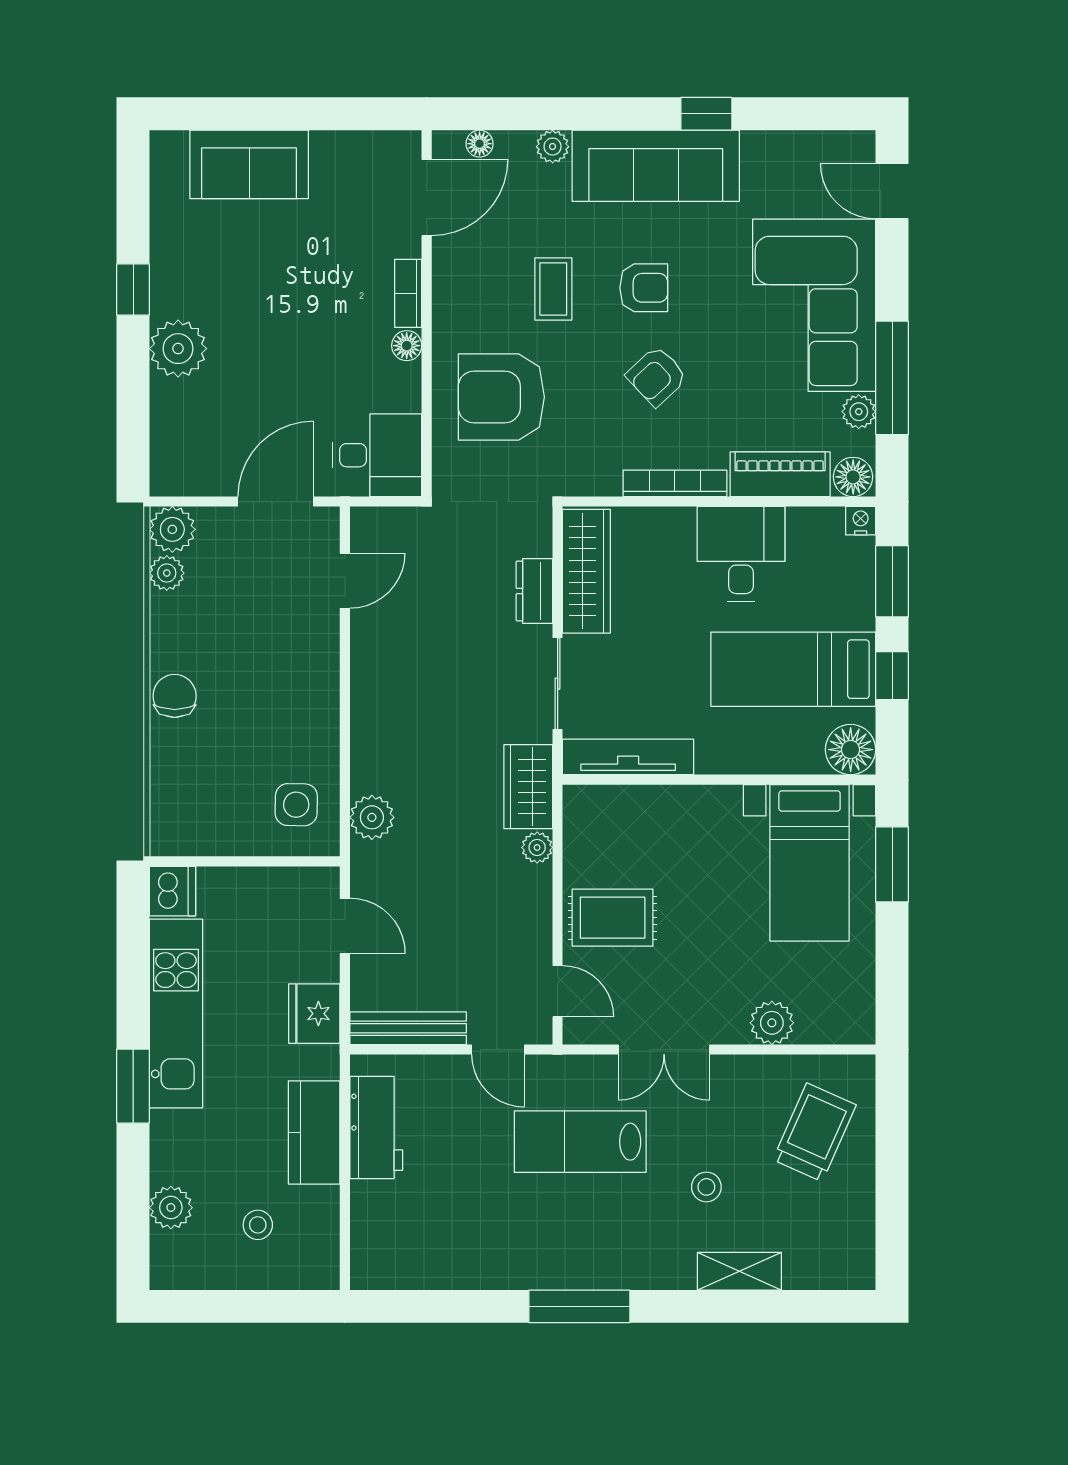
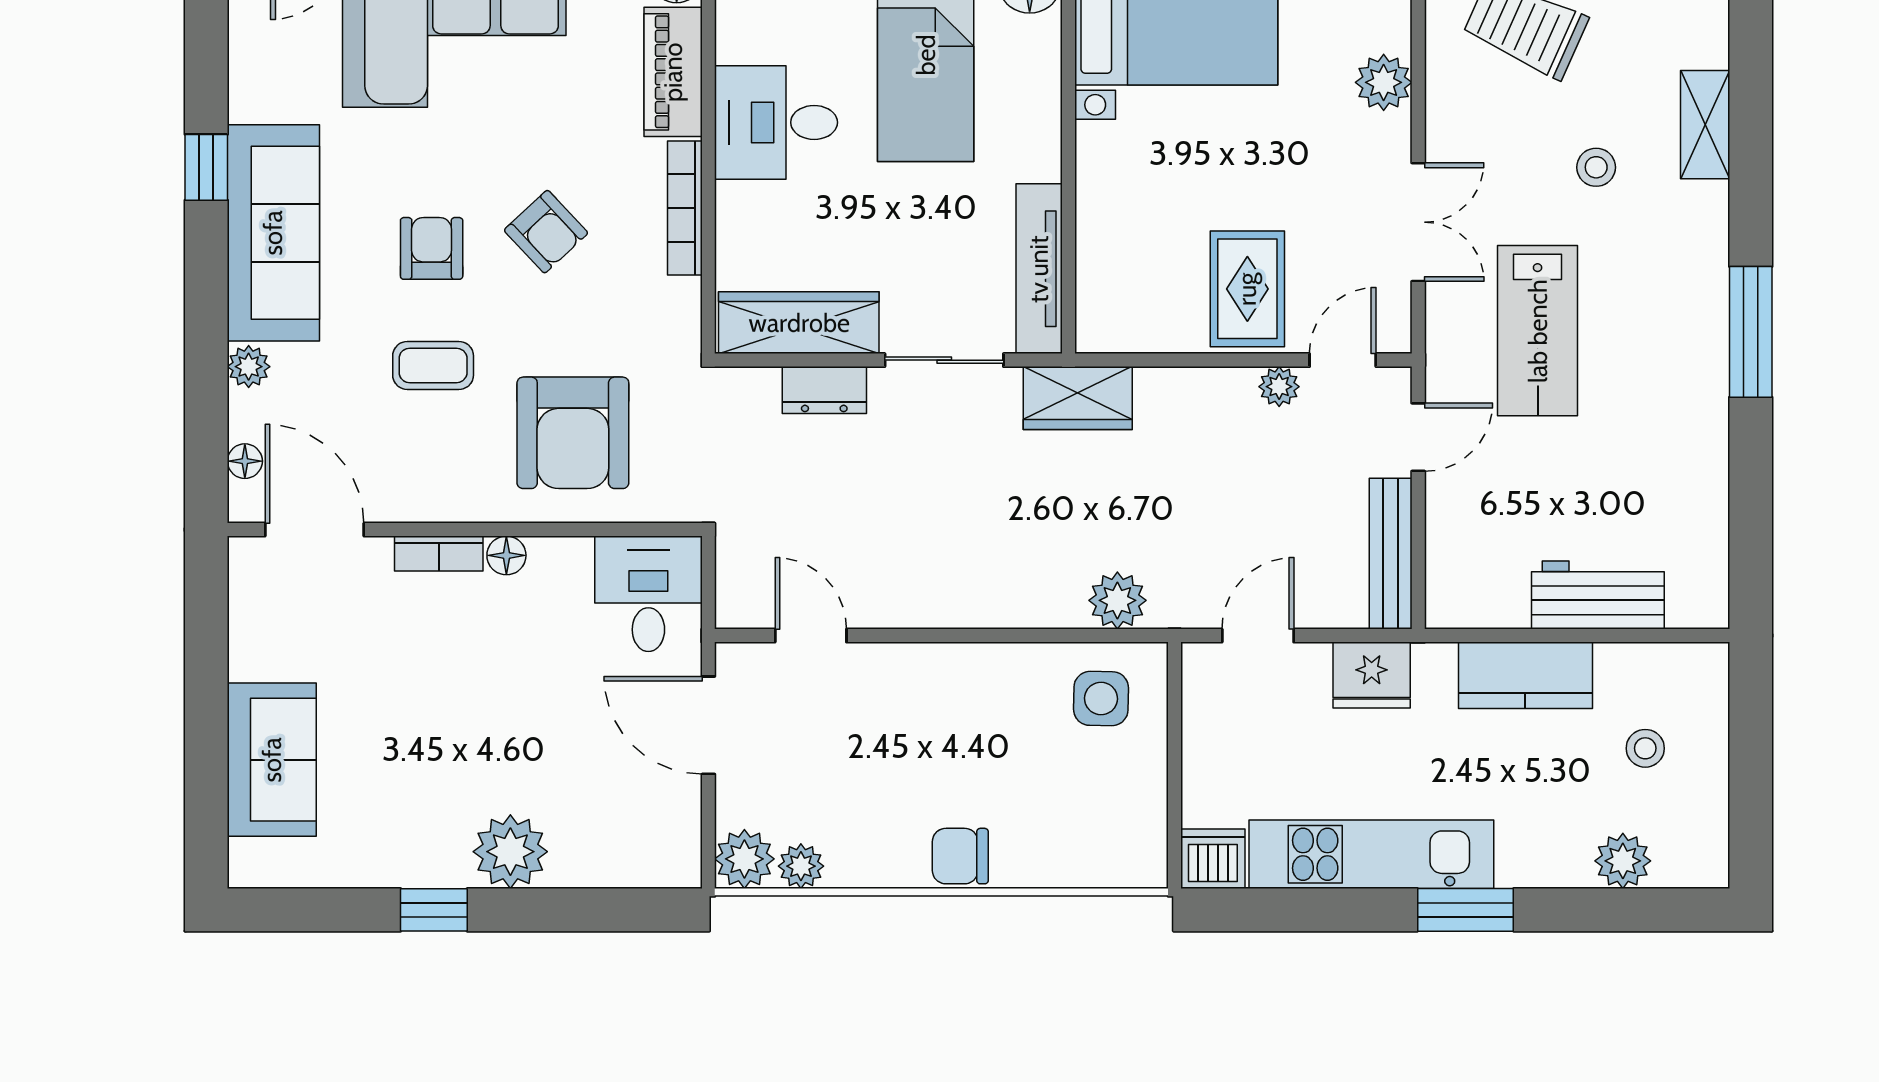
plant: (537, 847) -> (1279, 387), moved
workbench: (376, 1127) -> (1598, 595), moved

